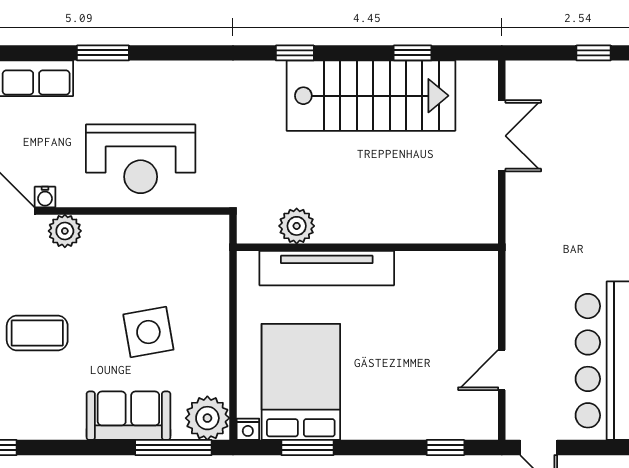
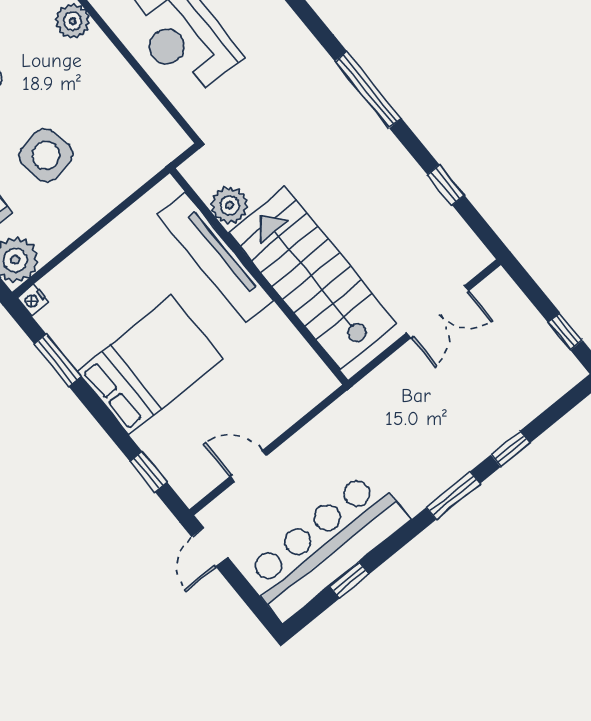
window: (295, 53) -> (368, 90), width x2.17
stairs: (371, 96) -> (313, 278), moved, turned 180
bed: (301, 382) -> (150, 365), moved

